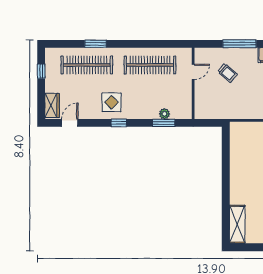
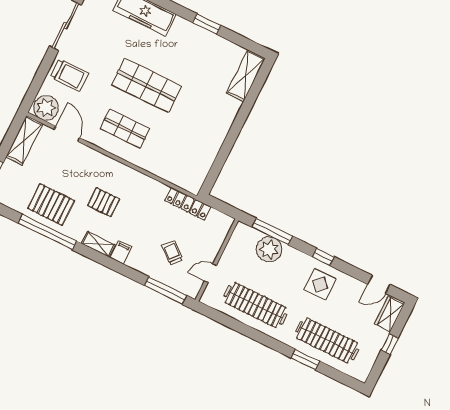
window: (239, 44) -> (165, 290), moved
window: (41, 71) -> (390, 344), moved
locker: (234, 113) -> (188, 204), added
plant: (164, 114) -> (269, 249), width x1.87, depth x1.87
window: (164, 123) -> (272, 232), width x1.44

